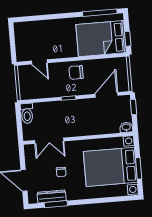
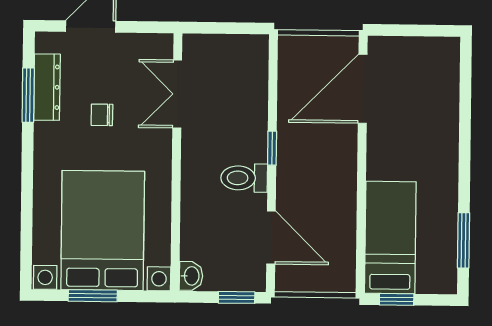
window: (100, 13) -> (464, 240), width x0.69
bed: (101, 39) -> (390, 238), width x0.67
door: (39, 62) -> (363, 89), width x1.87
chair: (76, 72) -> (330, 172), removed
toilet: (27, 113) -> (244, 178), moved

